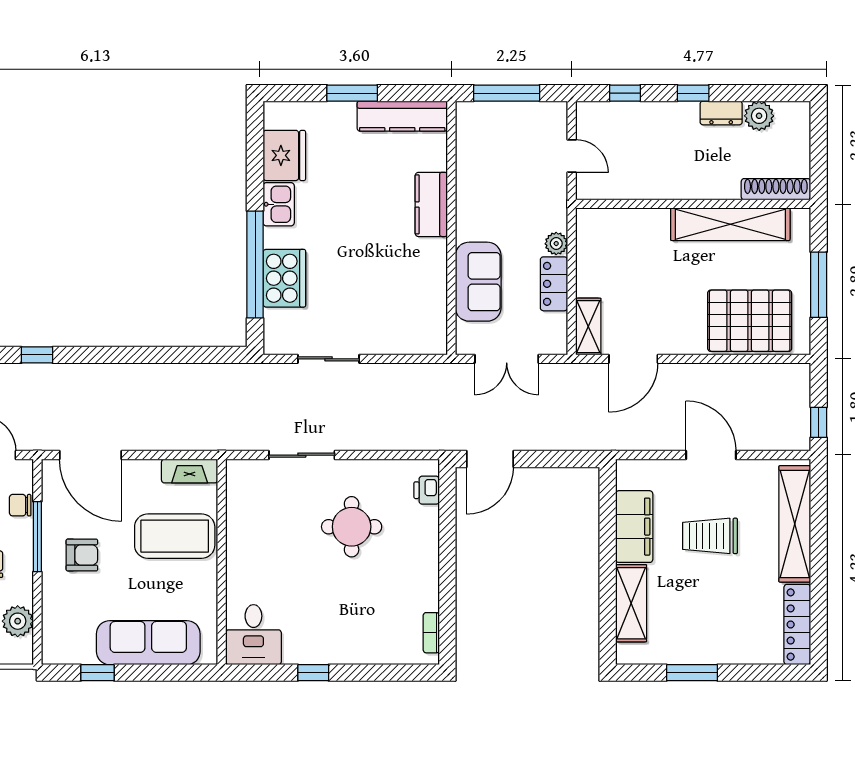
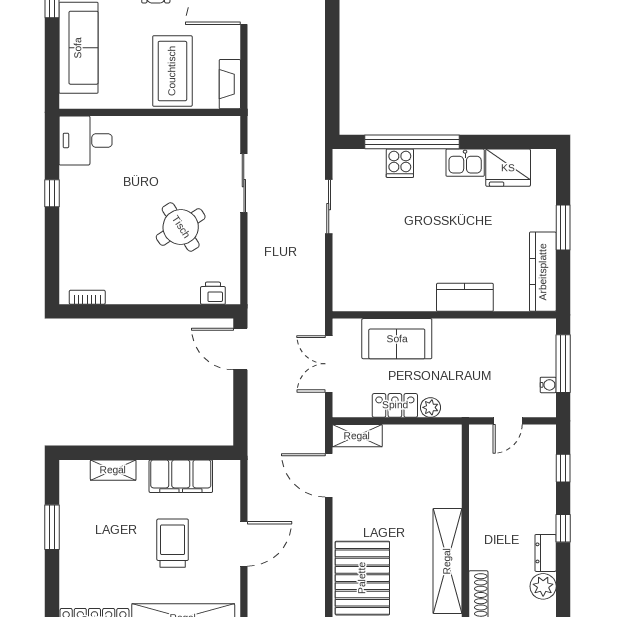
water cooler: (531, 110) -> (548, 385), added
cooker: (284, 278) -> (400, 163), width x0.53, depth x0.76
round table: (352, 527) -> (181, 227), turned -33
shelving: (631, 603) -> (113, 470), width x0.67, depth x0.75

